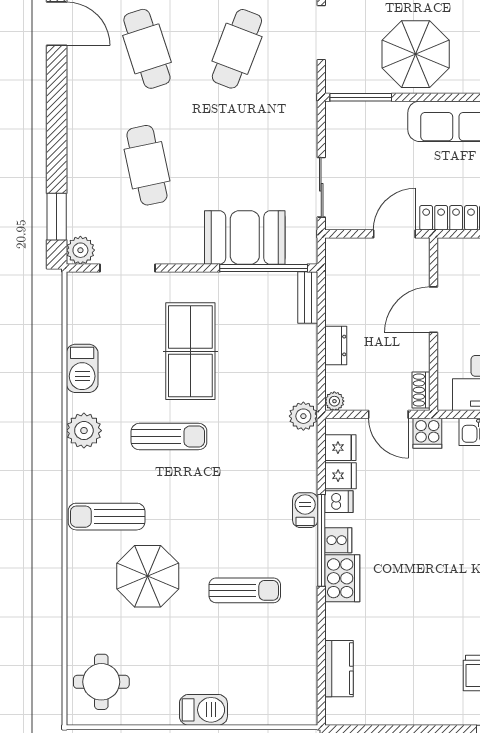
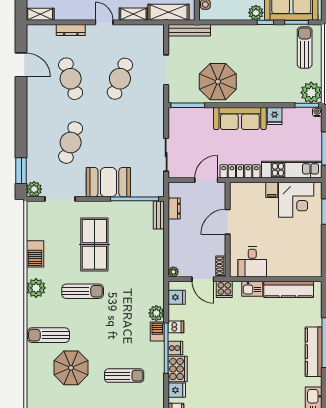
cafe table: (147, 165) -> (71, 143), turned 30
booth: (245, 237) -> (108, 182), moved
dresser: (336, 345) -> (174, 209), moved
plant: (303, 416) -> (156, 313), moved
fridge: (341, 476) -> (177, 390), moved

